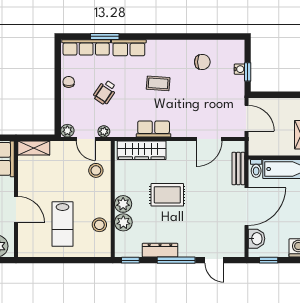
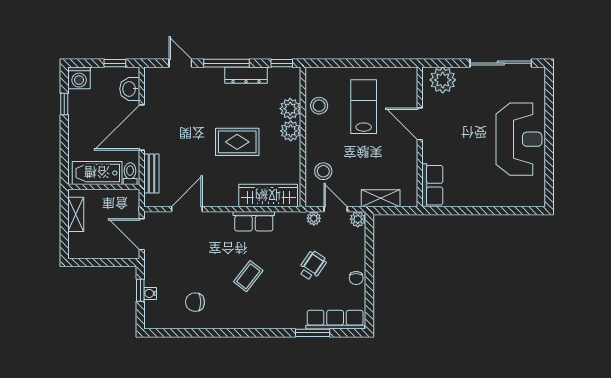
row of seats: (129, 48) -> (284, 319), removed
coffee table: (158, 83) -> (248, 276), turned -56
shelving: (34, 148) -> (381, 198), moved

